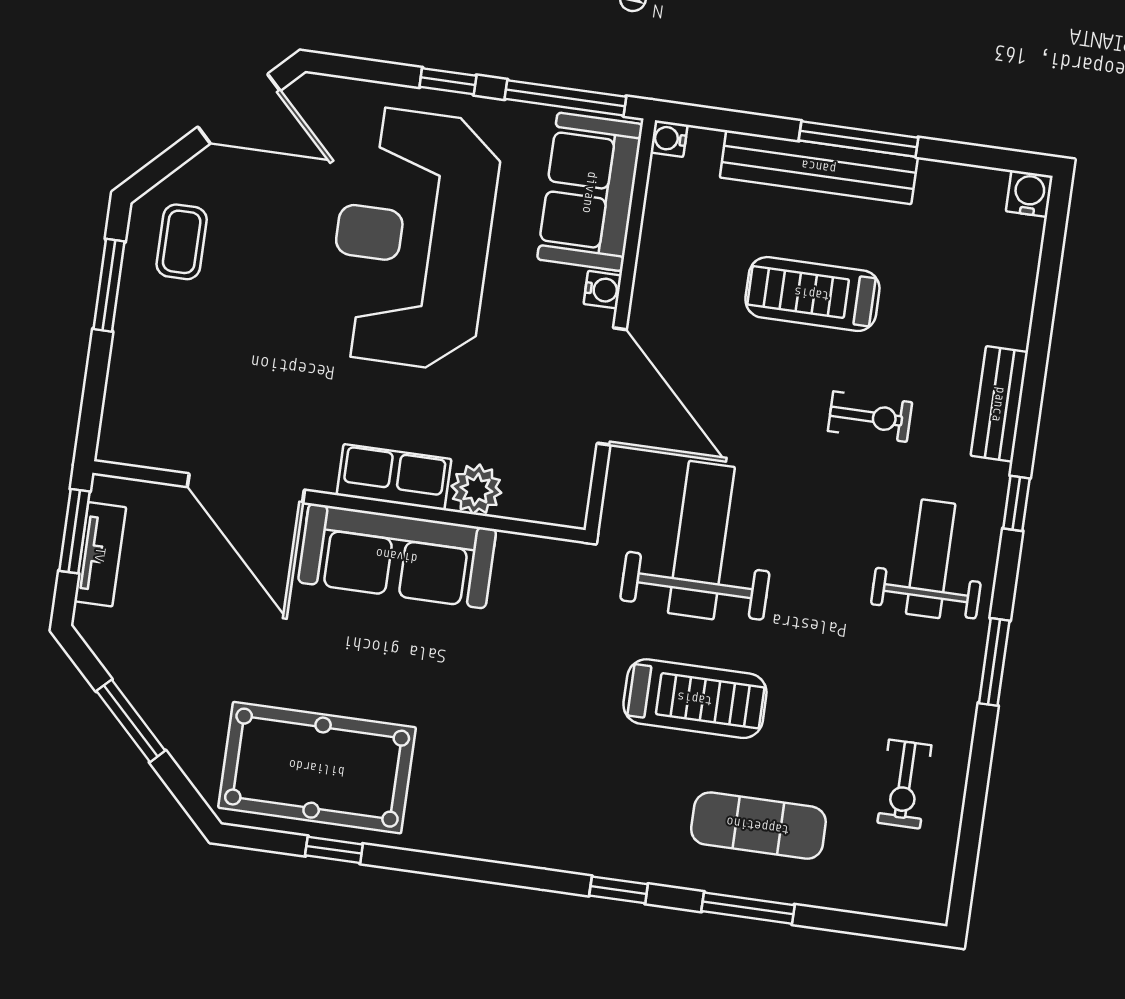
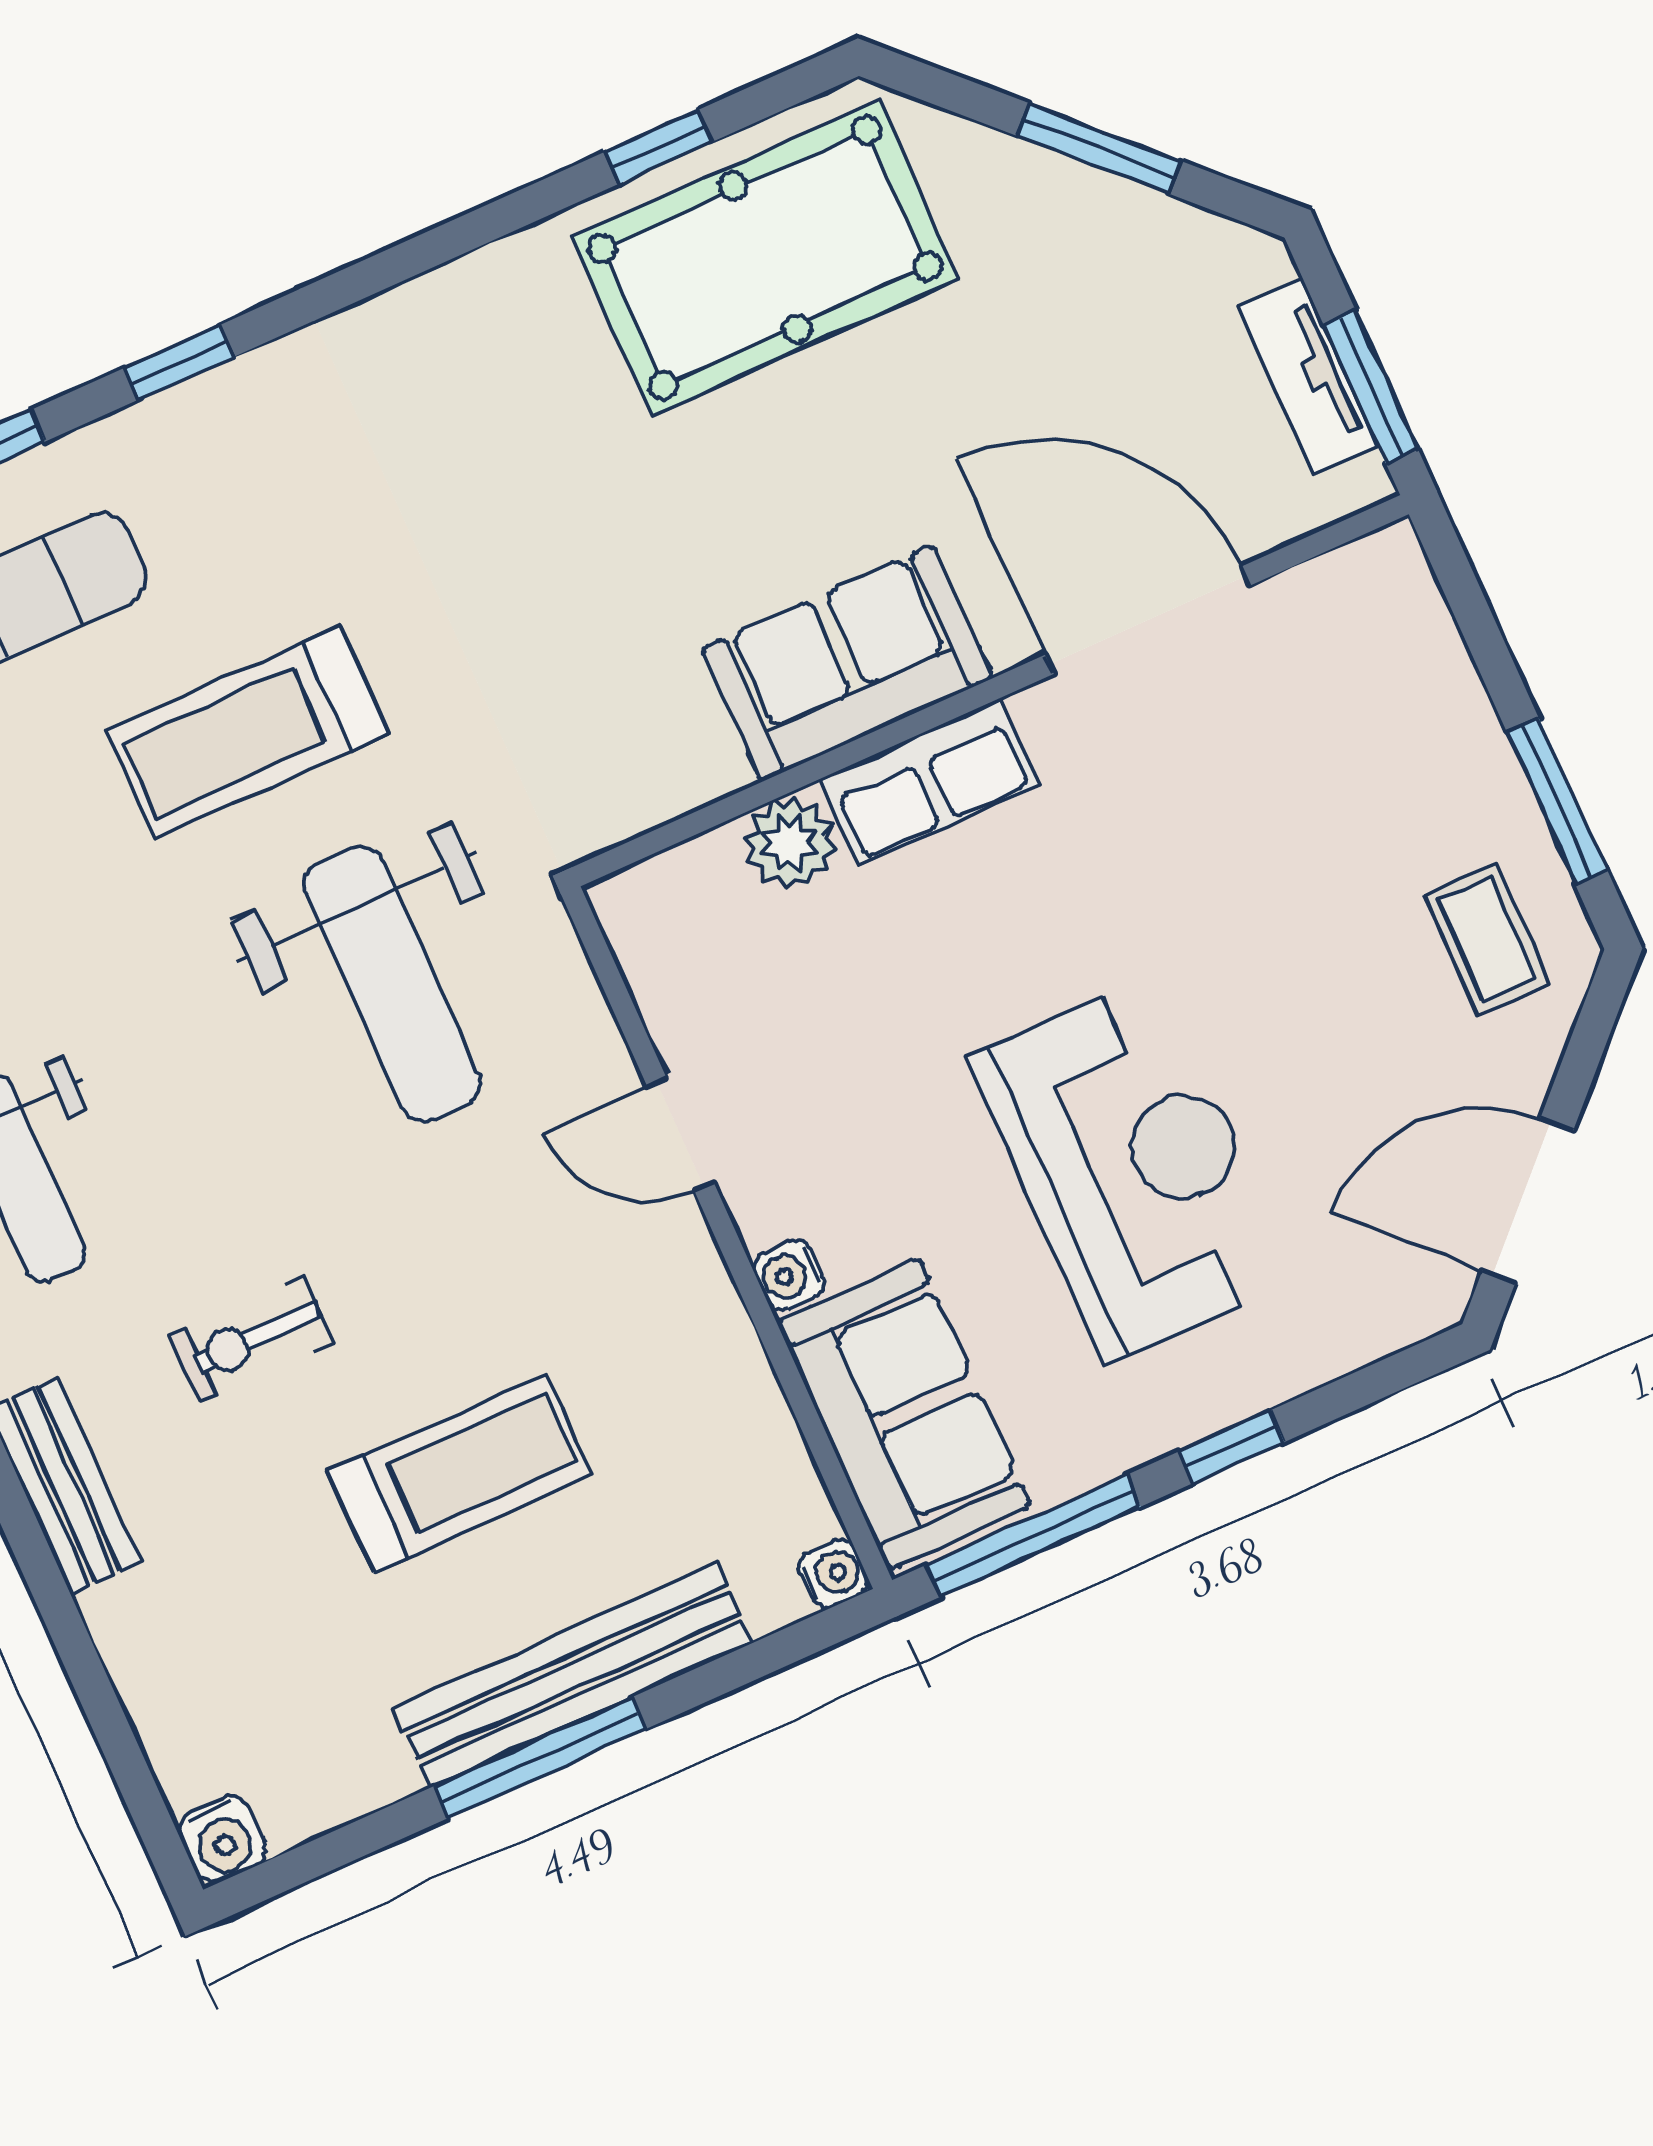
reception desk: (413, 238) -> (1132, 1169), width x0.74, depth x0.77
door: (612, 386) -> (681, 1135), width x0.53
sofa: (397, 556) -> (847, 663), width x0.73

